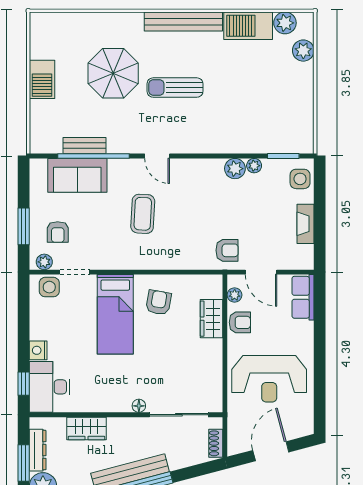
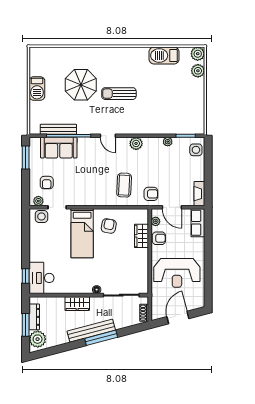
bench: (183, 21) -> (124, 53), removed
plant: (285, 23) -> (198, 54), moved
bench: (84, 146) -> (58, 129), width x1.36
plant: (235, 169) -> (136, 143), moved
coffee table: (143, 214) -> (124, 185), moved
fireplace: (306, 224) -> (199, 194), moved
window: (24, 226) -> (26, 158), moved
nightstand: (38, 350) -> (35, 255), removed
wardrobe: (87, 428) -> (77, 304), moved

